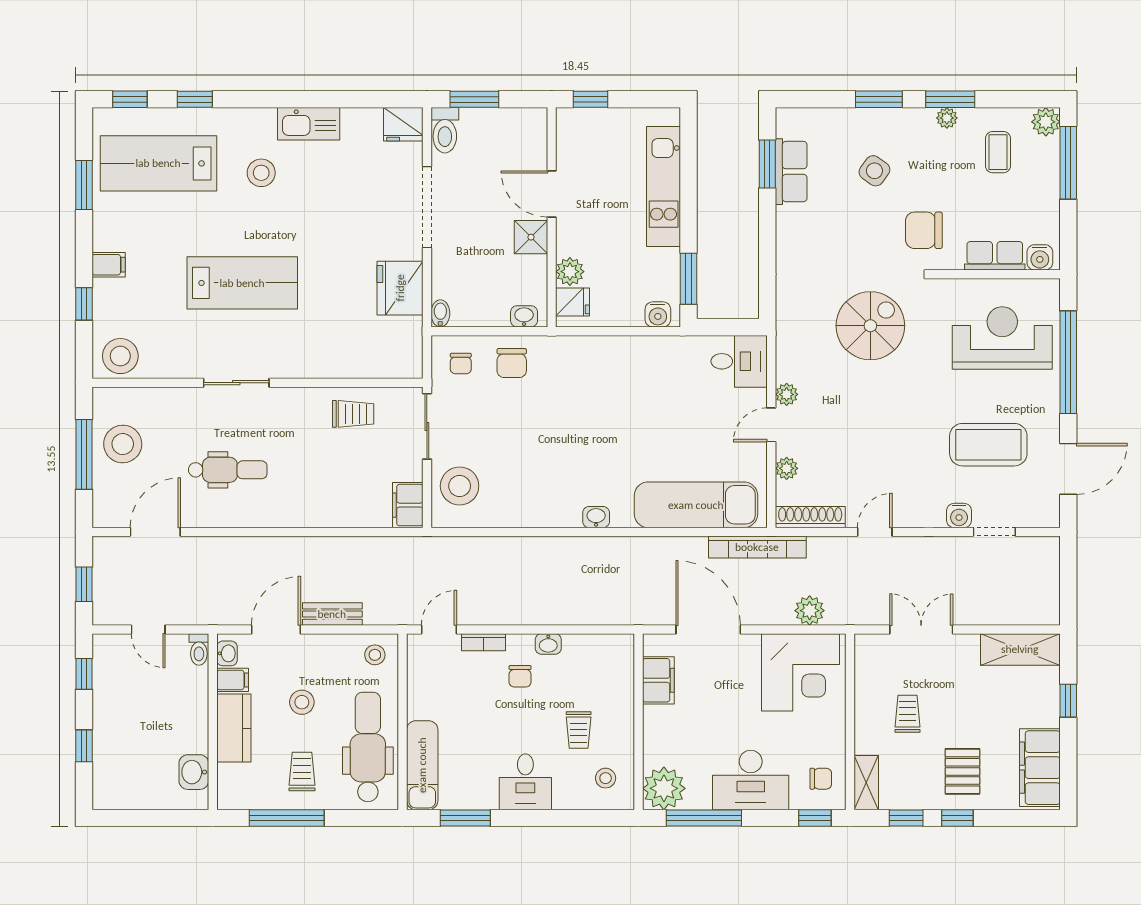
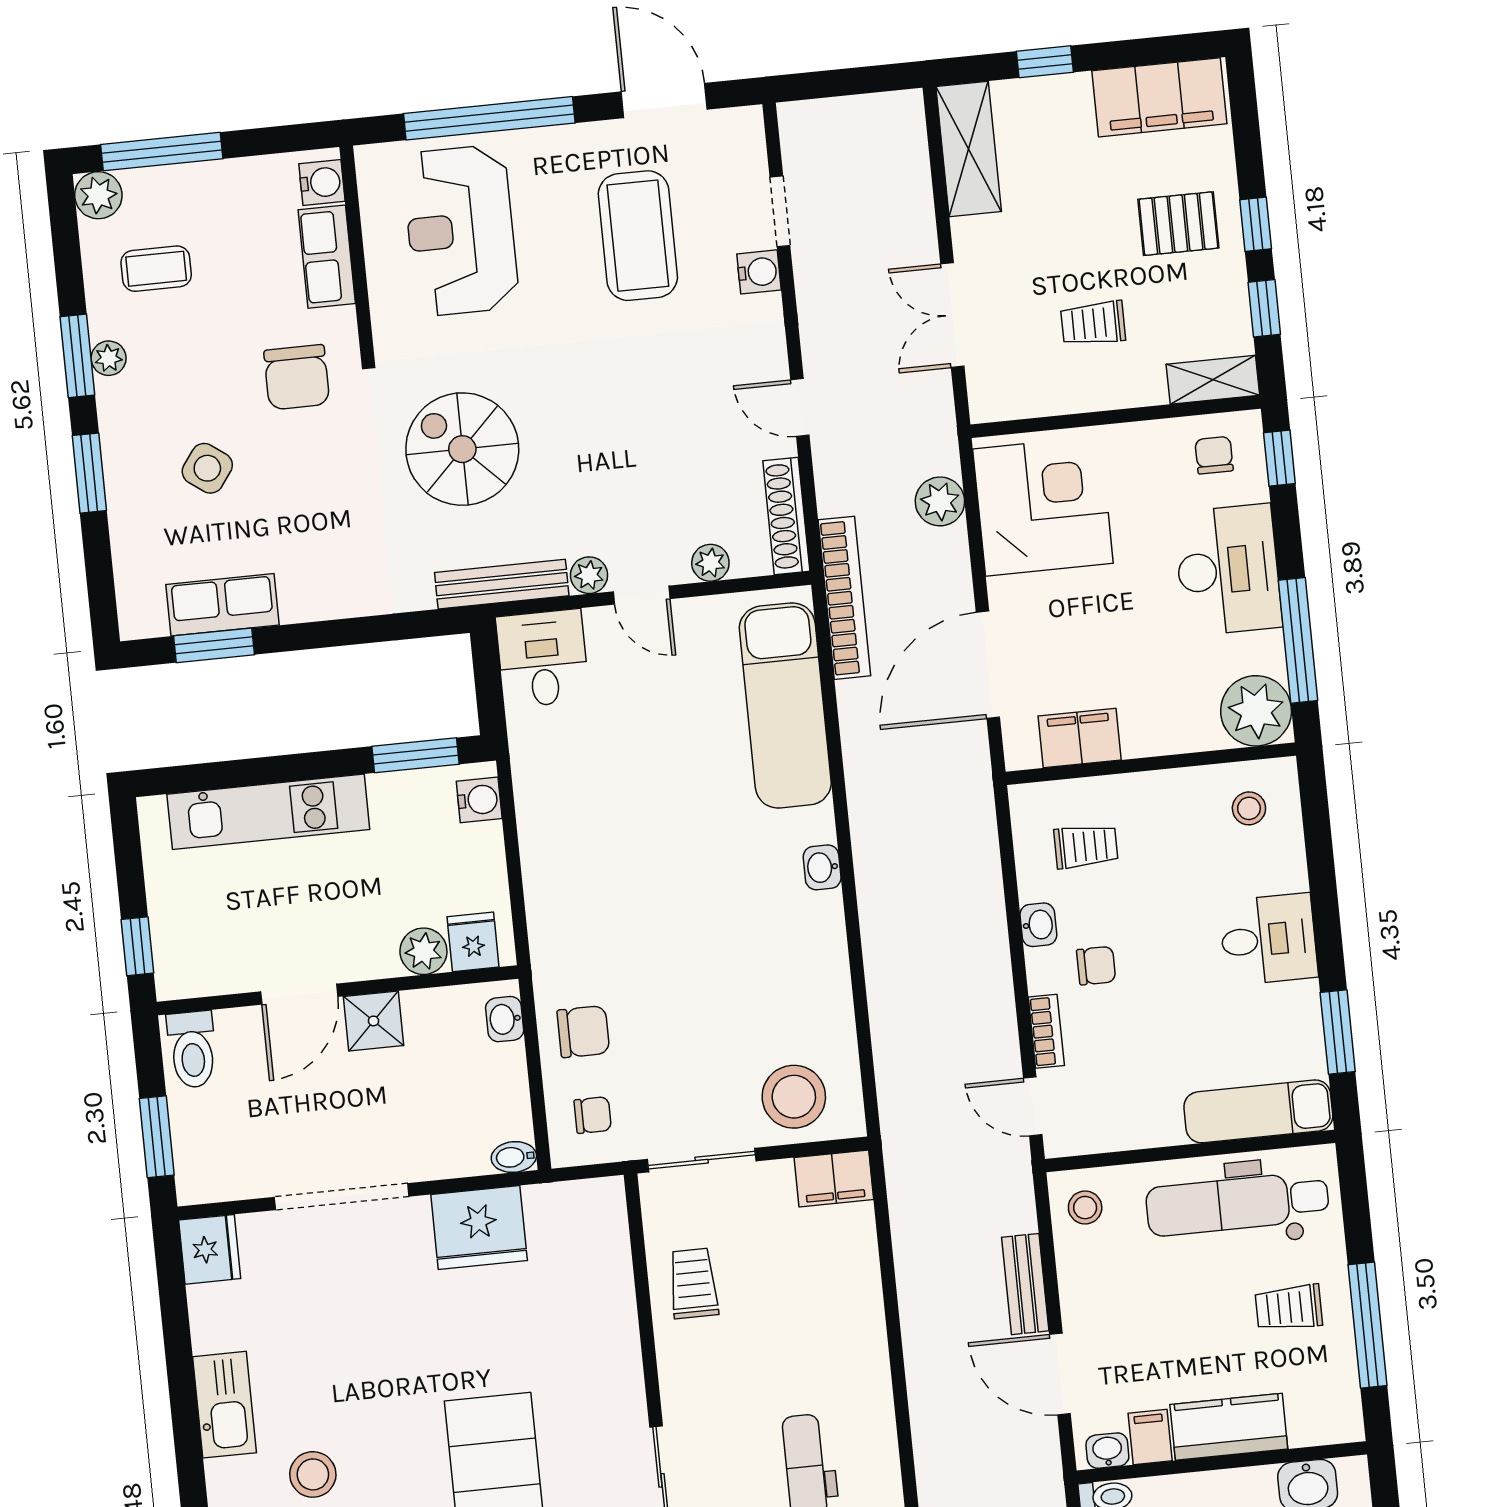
toilet: (445, 130) -> (192, 1050), moved, turned 90
bench: (787, 341) -> (502, 584), added
stool: (302, 702) -> (1175, 1319), removed
trolley: (579, 730) -> (1086, 846), moved

